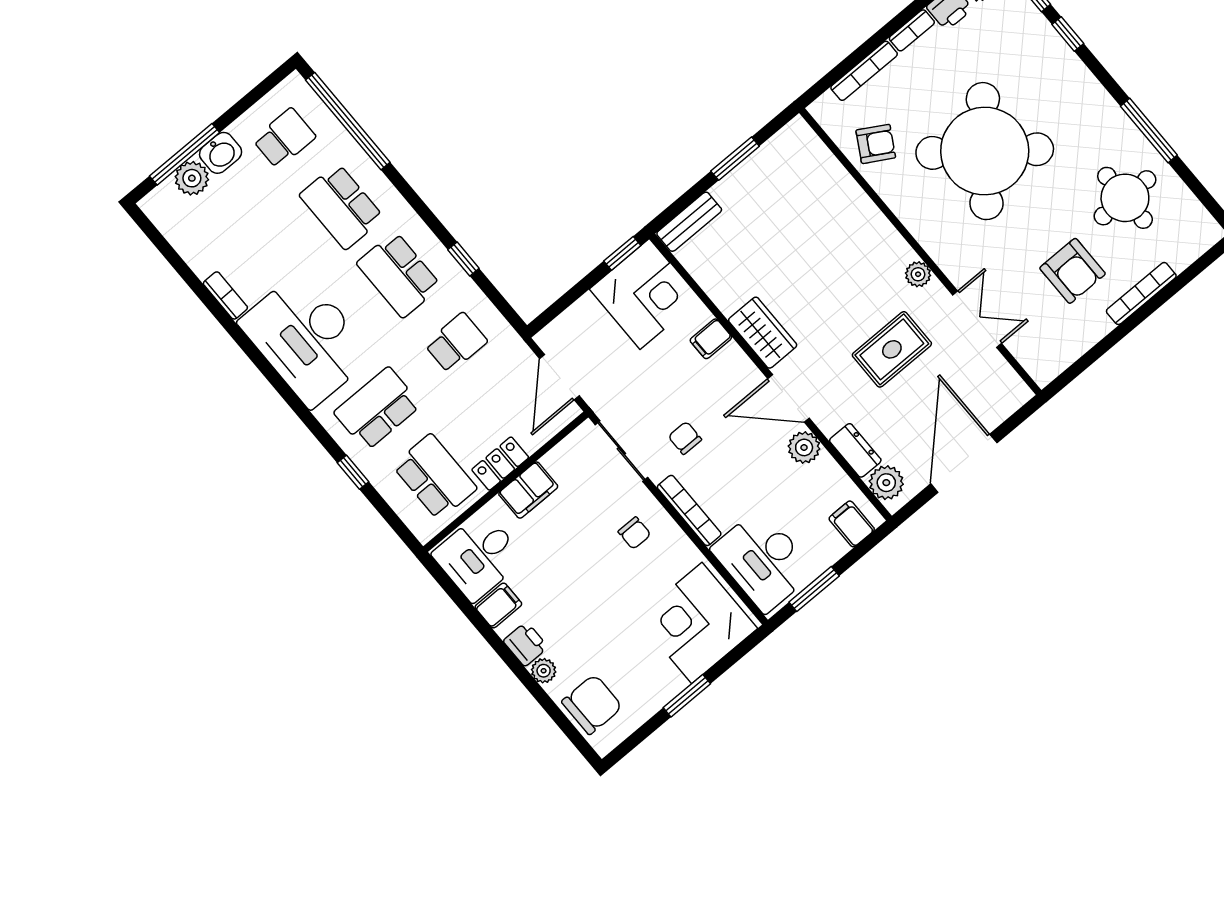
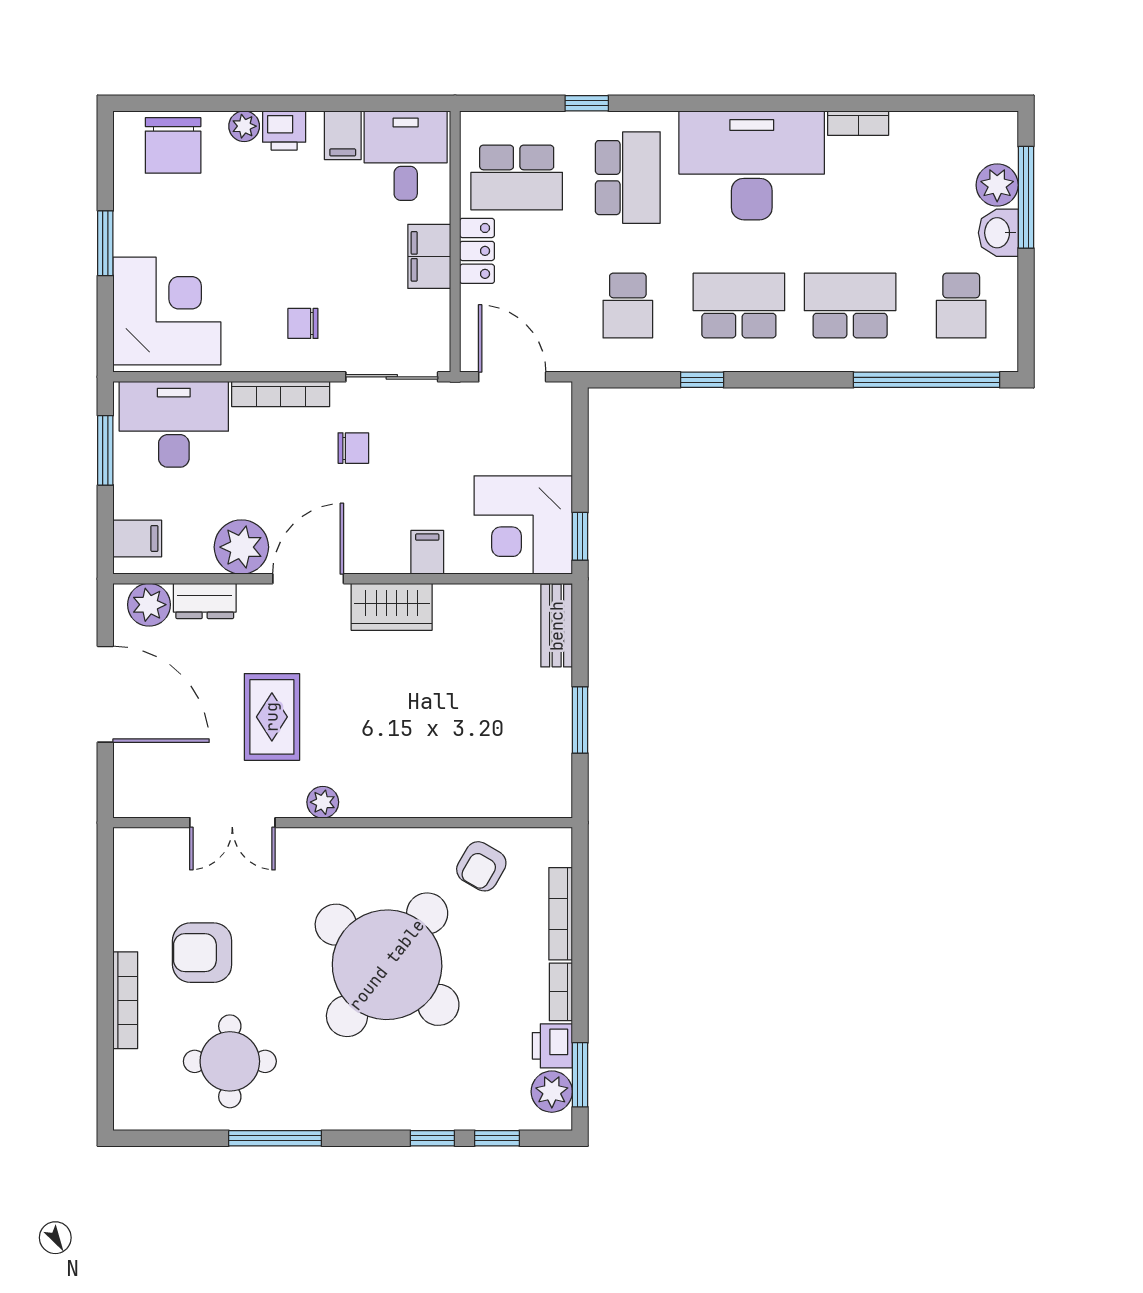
plant: (804, 447) -> (241, 547), width x1.36, depth x1.36

